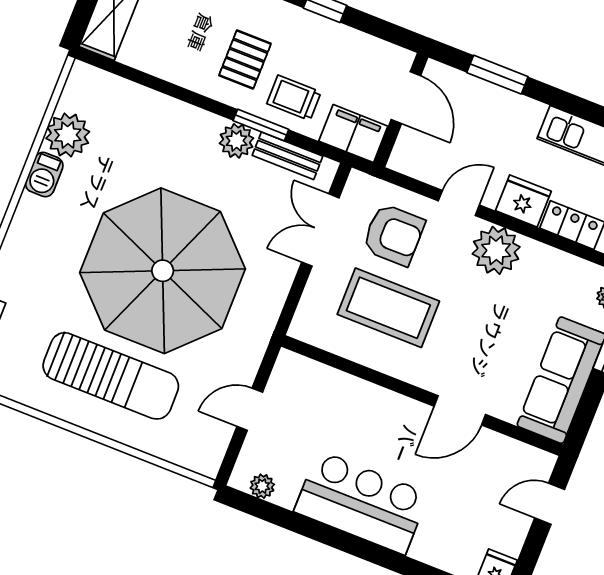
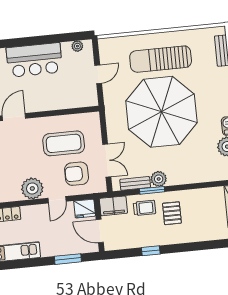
fridge: (523, 201) -> (85, 209), moved

